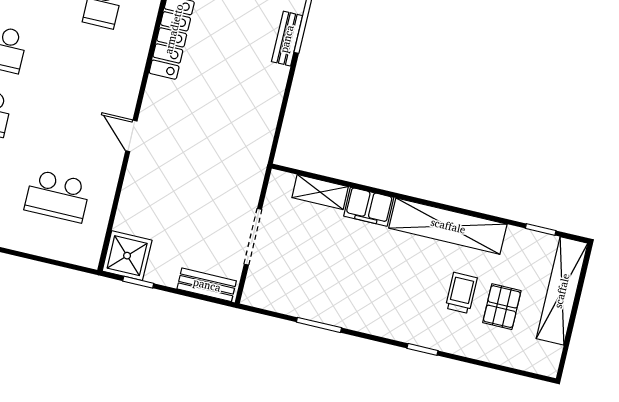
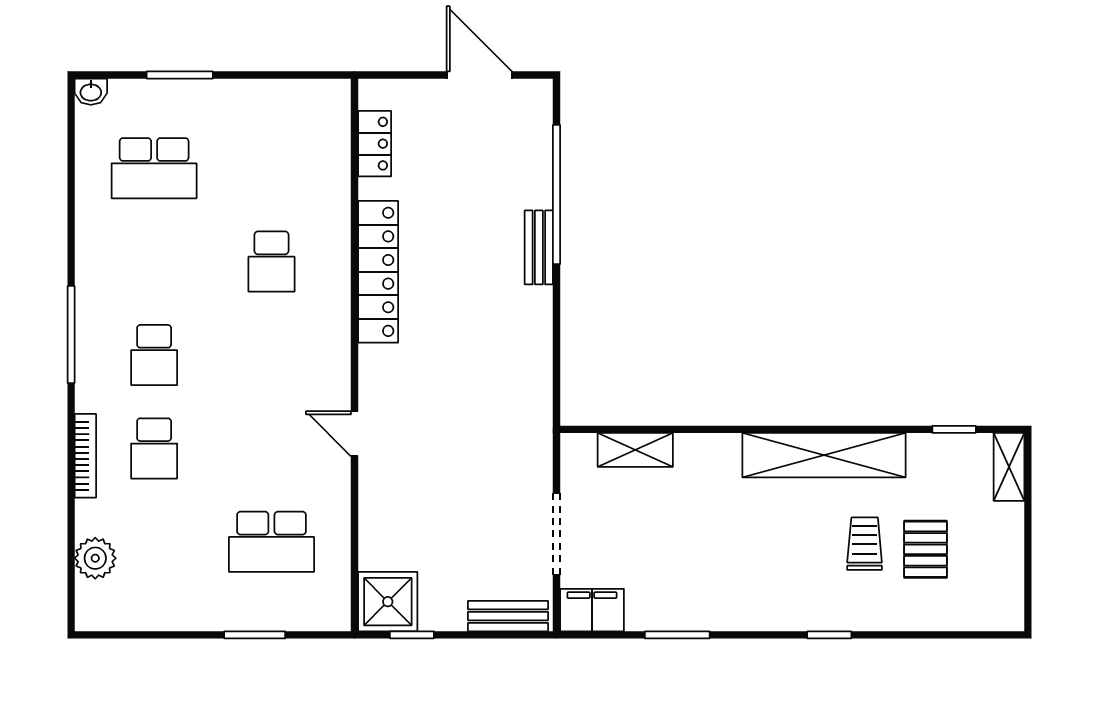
filing cabinet: (369, 207) -> (592, 610), moved, turned 180
window: (31, 257) -> (255, 635), added
shelving: (562, 291) -> (1009, 467), width x0.45, depth x0.75

